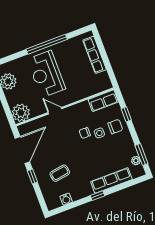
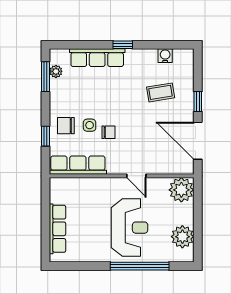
window: (47, 44) -> (140, 266), moved
row of seats: (103, 101) -> (78, 165), width x1.48
door: (22, 150) -> (198, 141), hinge flipped

